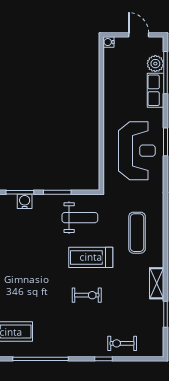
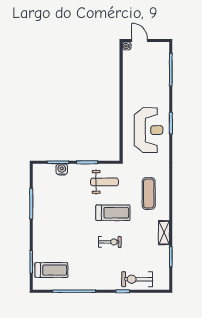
door: (139, 35) -> (140, 40), moved
plant: (155, 64) -> (163, 63), removed
row of seats: (156, 90) -> (163, 83), removed
treadmill: (91, 257) -> (113, 213), turned 180
exercise bike: (122, 343) -> (137, 279), width x1.38, depth x1.39

